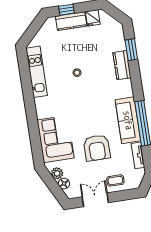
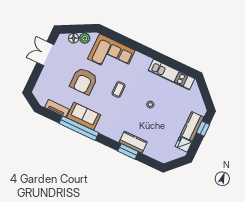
window: (131, 50) -> (128, 151), moved
sofa: (128, 120) -> (84, 116), width x0.73
armchair: (97, 148) -> (84, 81), turned -90
coffee table: (115, 180) -> (119, 89), moved
double door: (95, 200) -> (45, 54), swing flipped

